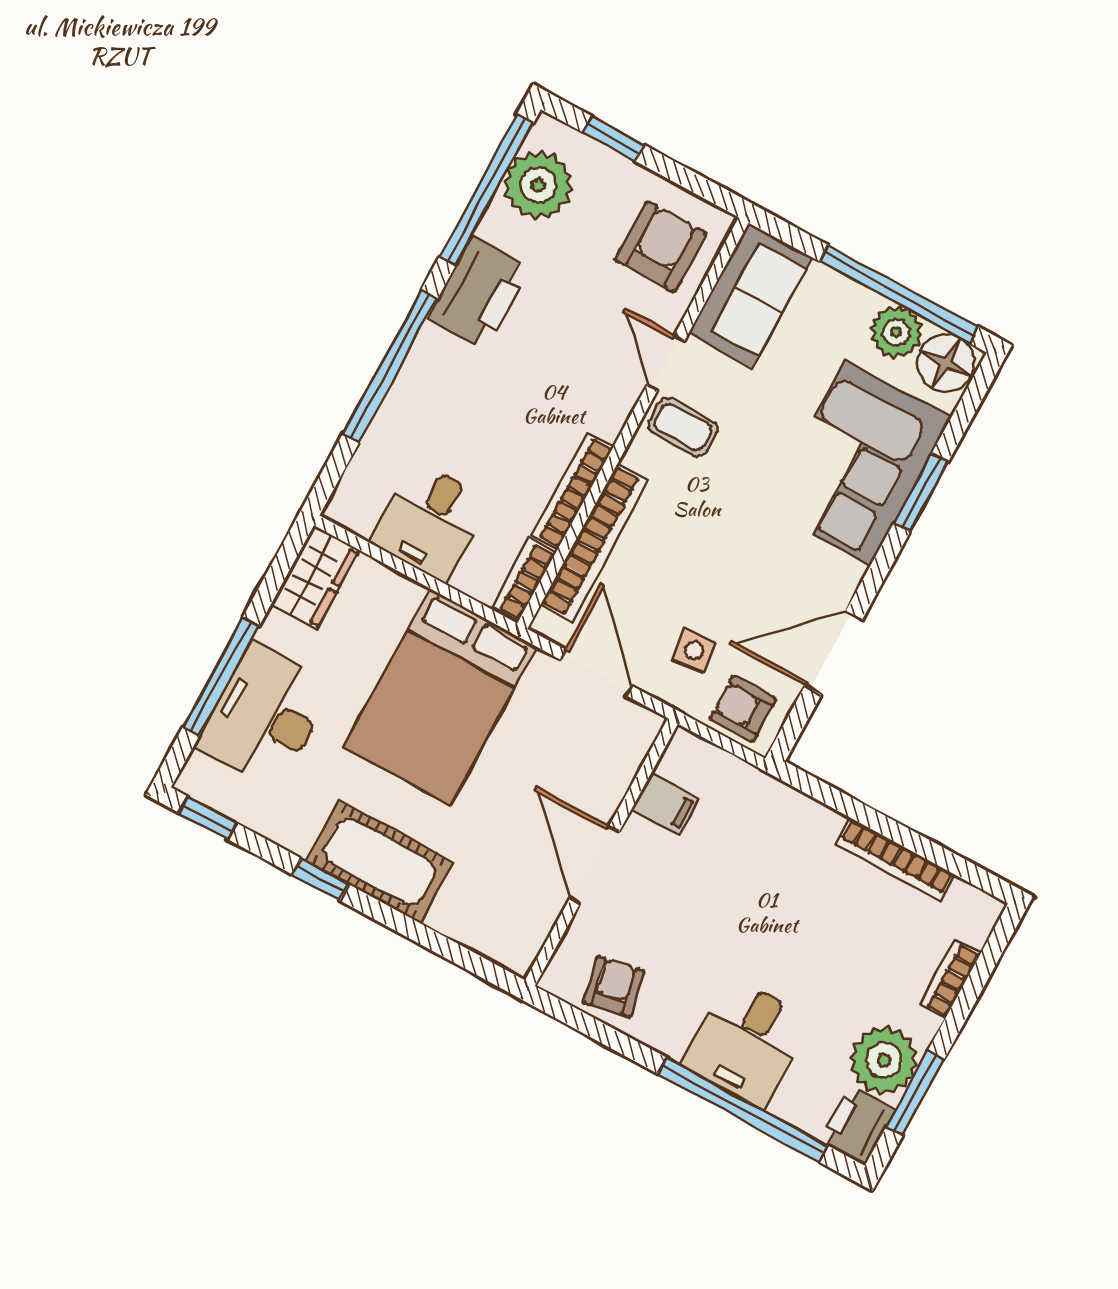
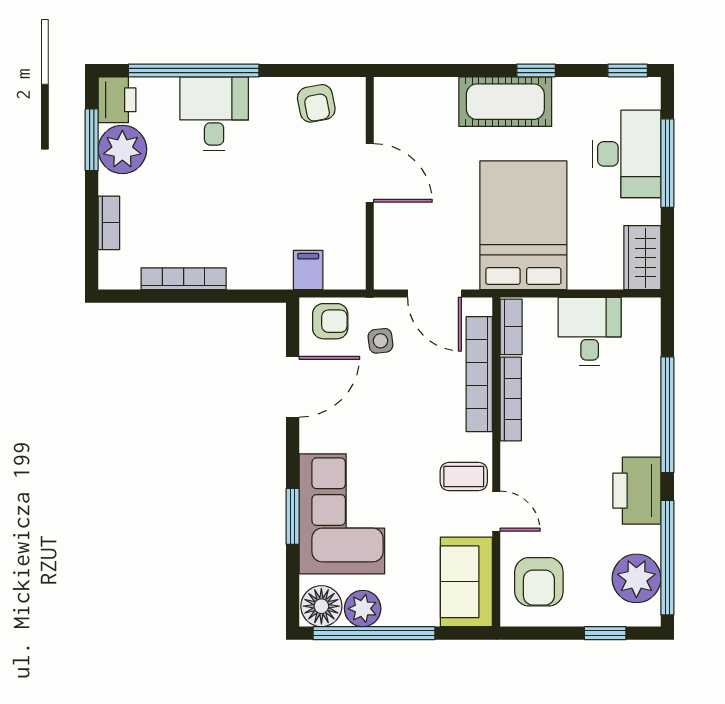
filing cabinet: (665, 804) -> (308, 270), moved, turned 90

